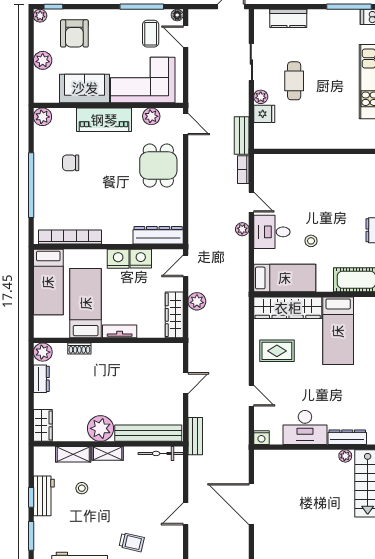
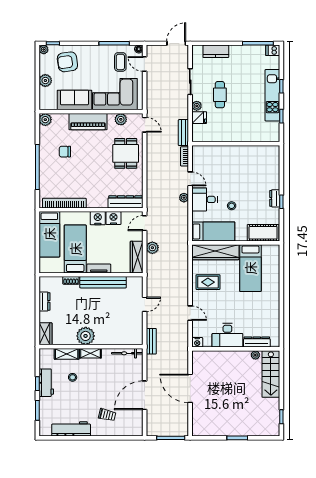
armchair: (74, 33) -> (67, 62), turned 82
plant: (43, 352) -> (46, 283), removed
bench: (148, 433) -> (103, 282), moved
door: (186, 514) -> (145, 395), width x1.87

